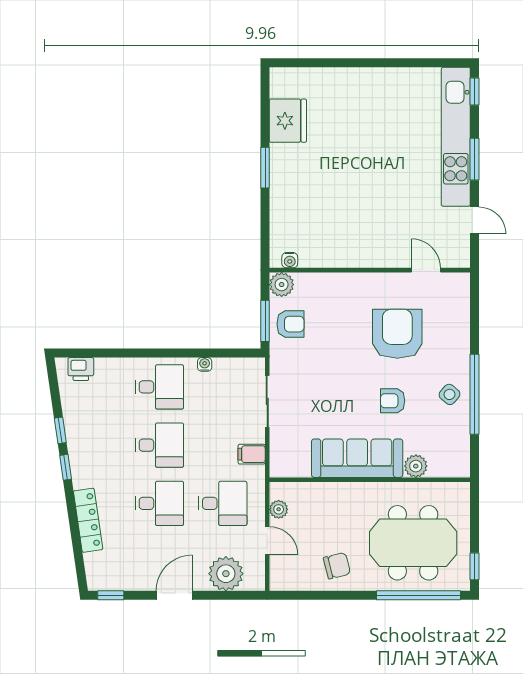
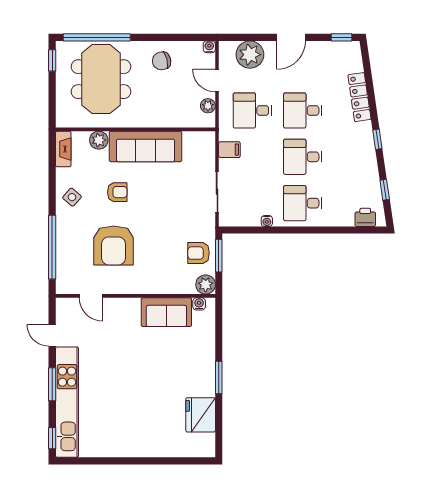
sofa: (331, 250) -> (166, 312), added
window: (475, 394) -> (52, 247), moved
window: (60, 430) -> (385, 190), moved
fireplace: (461, 455) -> (63, 149), added
meeting table: (413, 543) -> (101, 79), turned 90
water cooler: (277, 583) -> (209, 47), added

